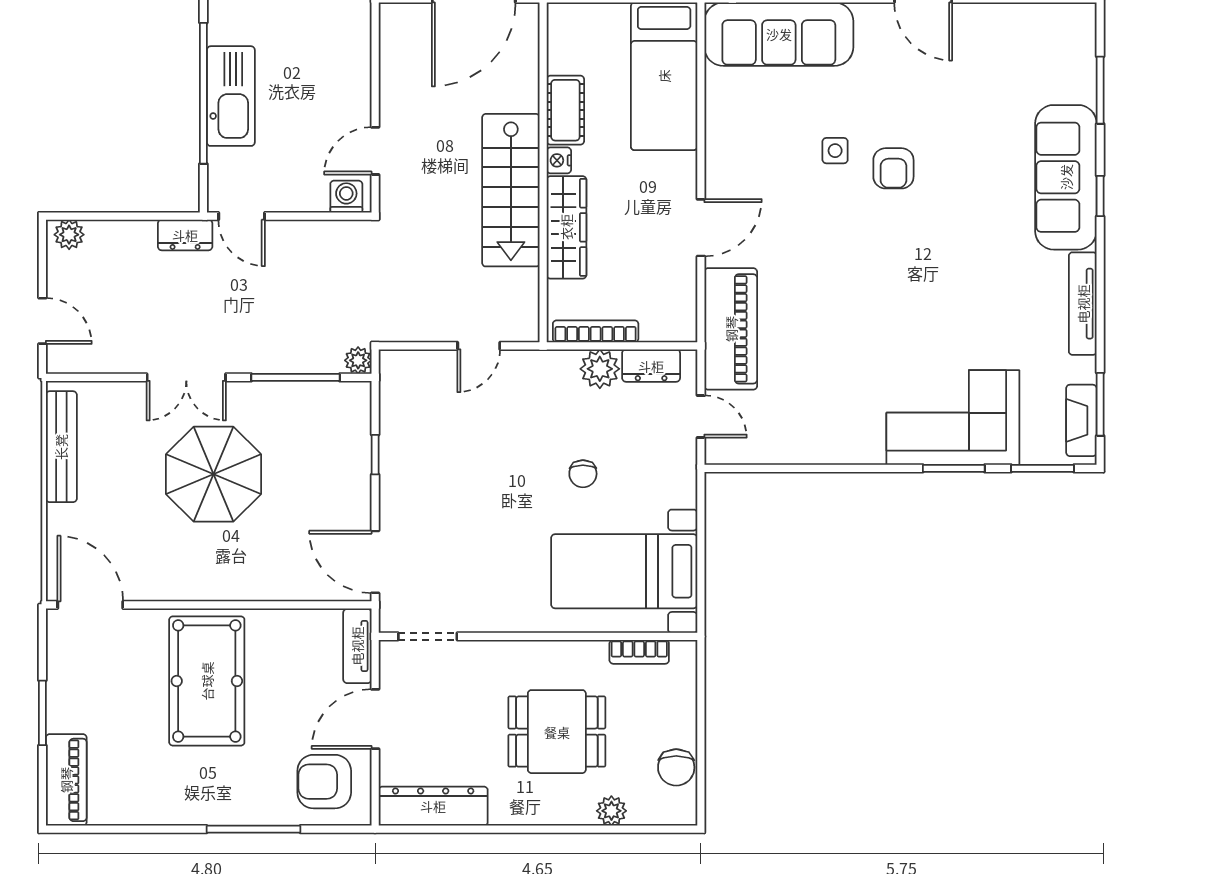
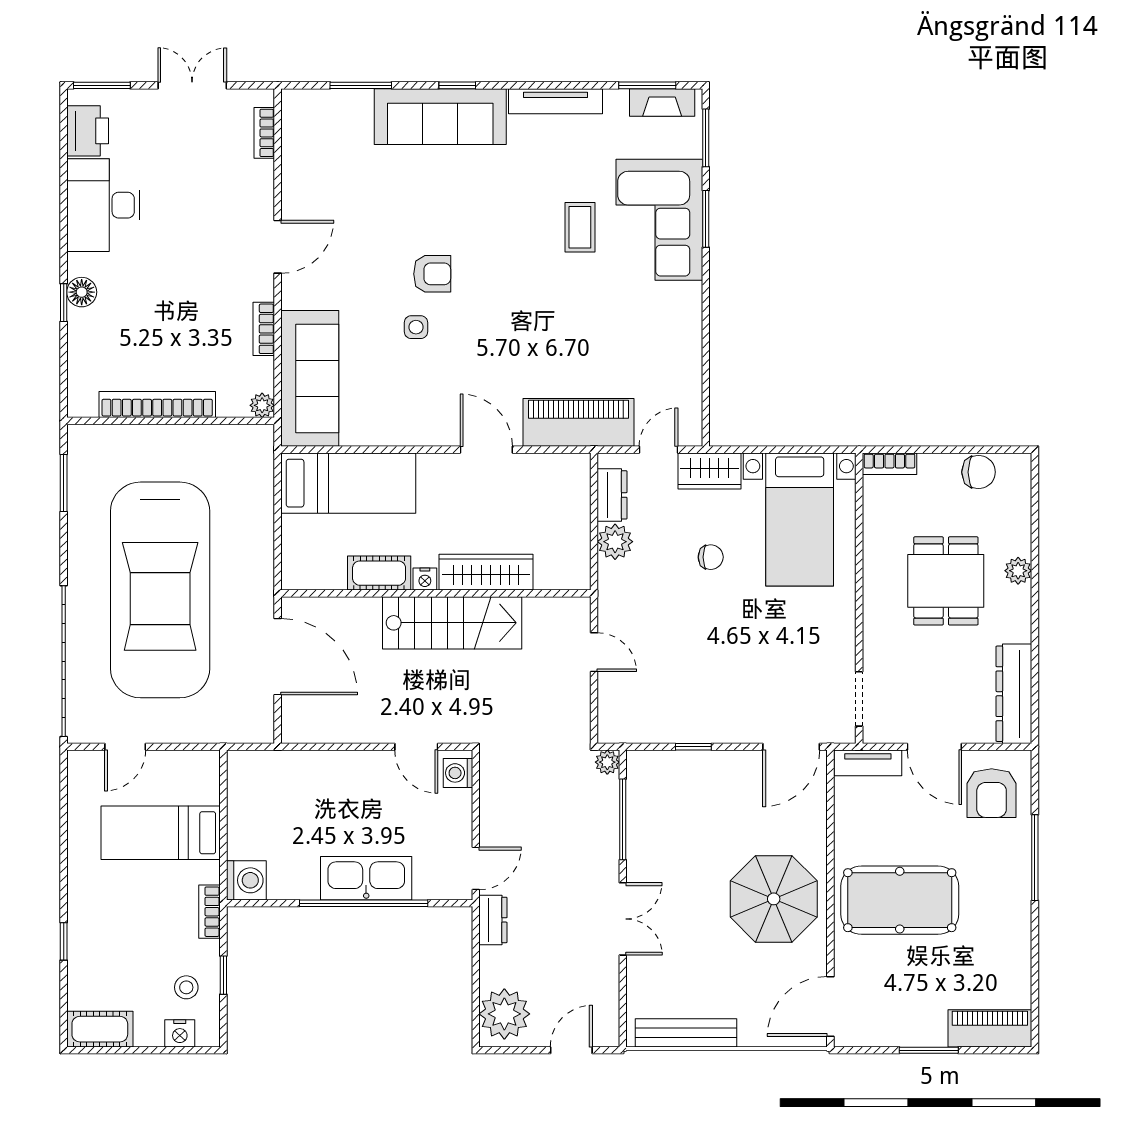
plant: (69, 235) -> (504, 1014), width x1.87, depth x1.87
coffee table: (945, 330) -> (580, 227), added
bookcase: (596, 331) -> (581, 546), removed
wardrobe: (677, 472) -> (709, 471), added
parasol: (214, 474) -> (774, 899), moved
bookcase: (639, 652) -> (889, 464), moved, turned 90
plant: (611, 811) -> (1018, 571), moved

